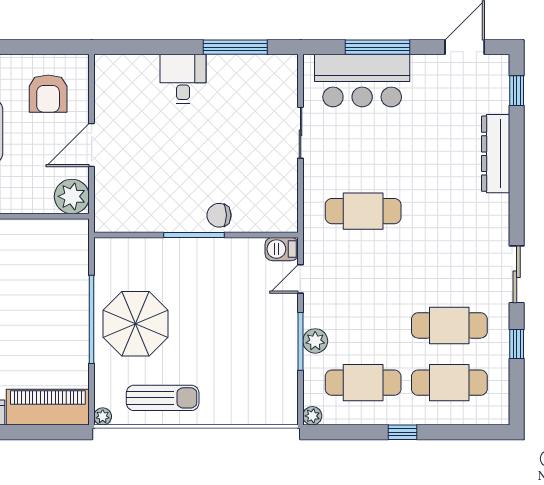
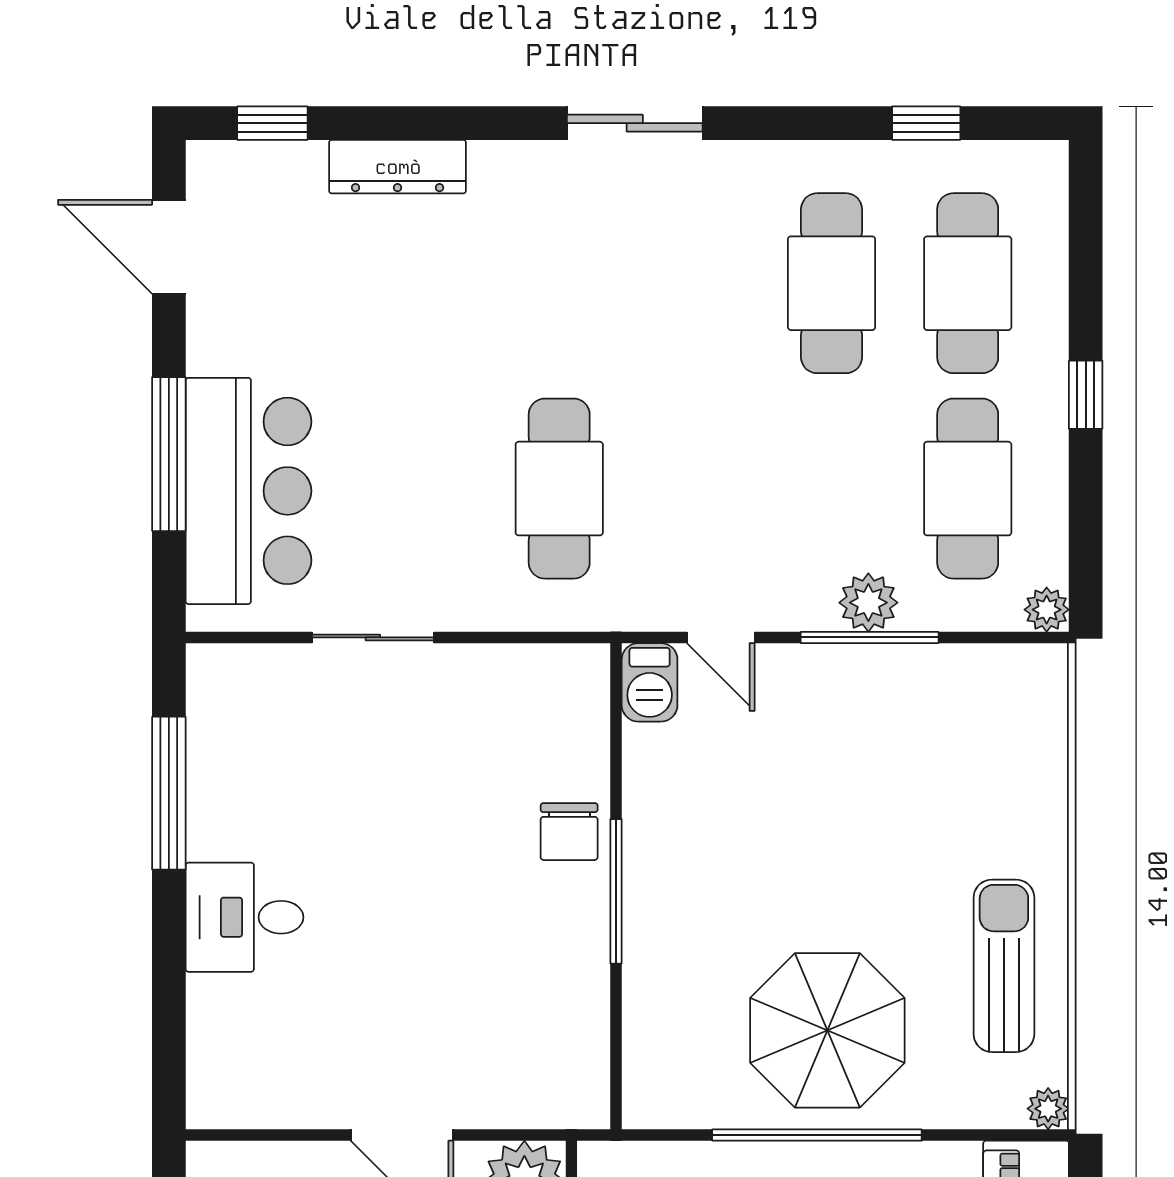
dresser: (496, 154) -> (398, 167), width x0.73, depth x0.80
sliding door: (517, 274) -> (635, 123), moved
window: (517, 344) -> (926, 123), moved

